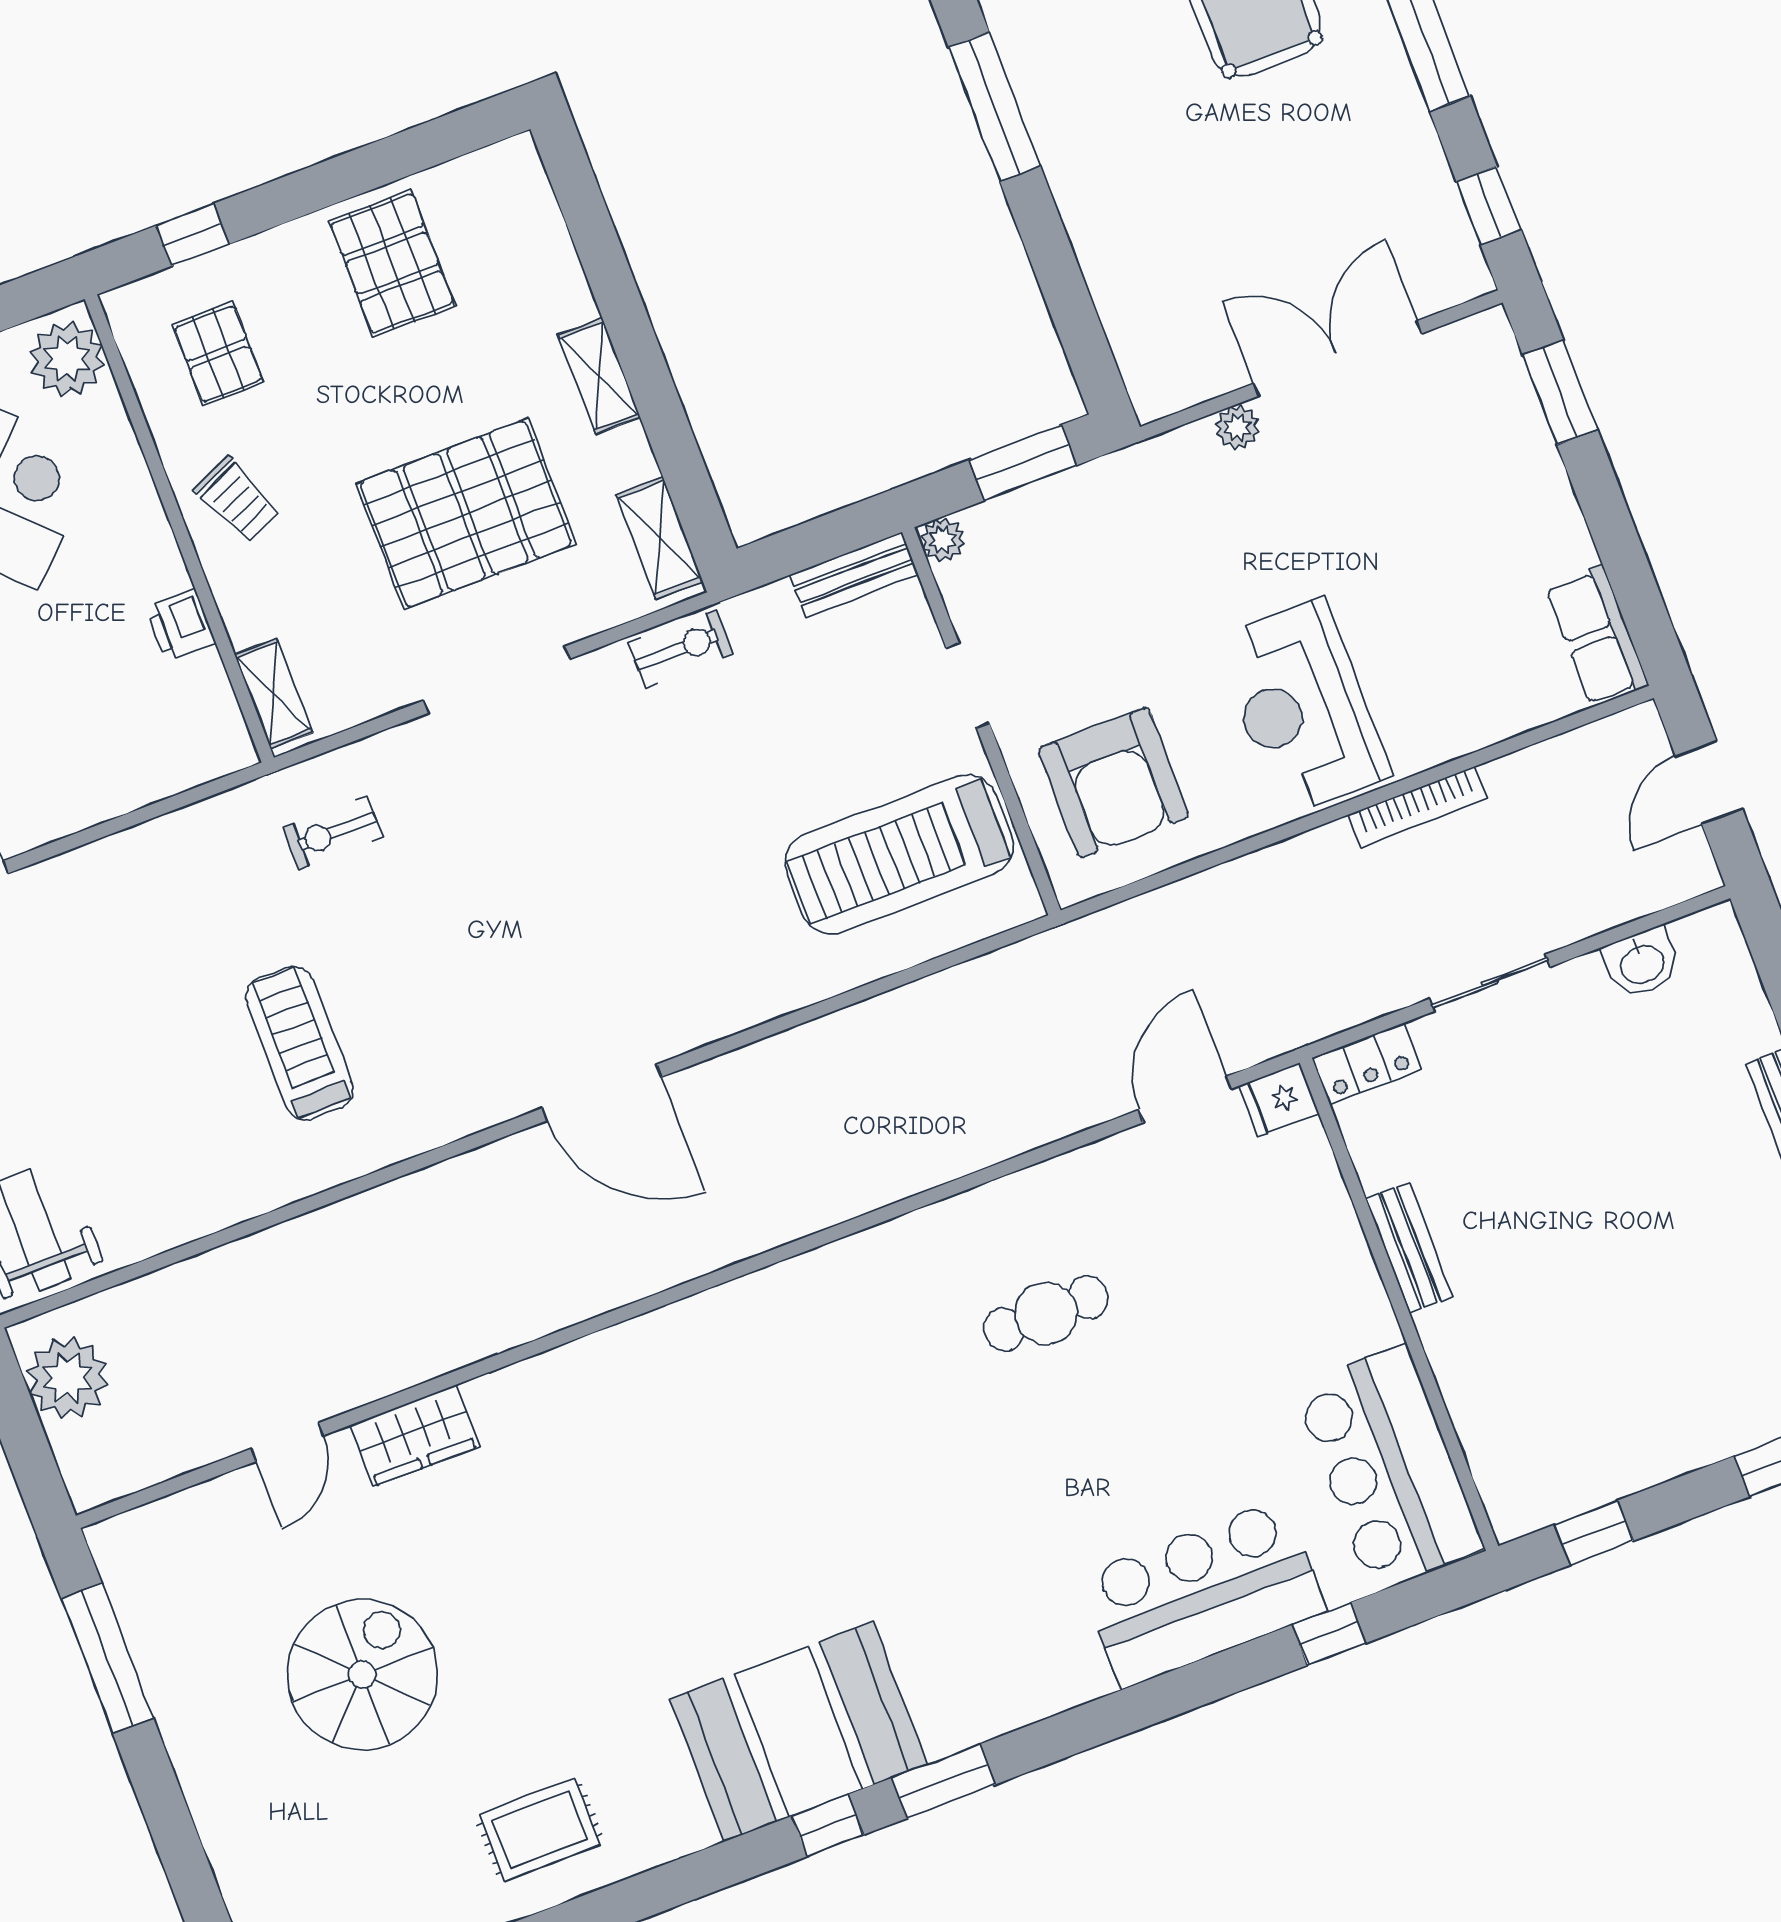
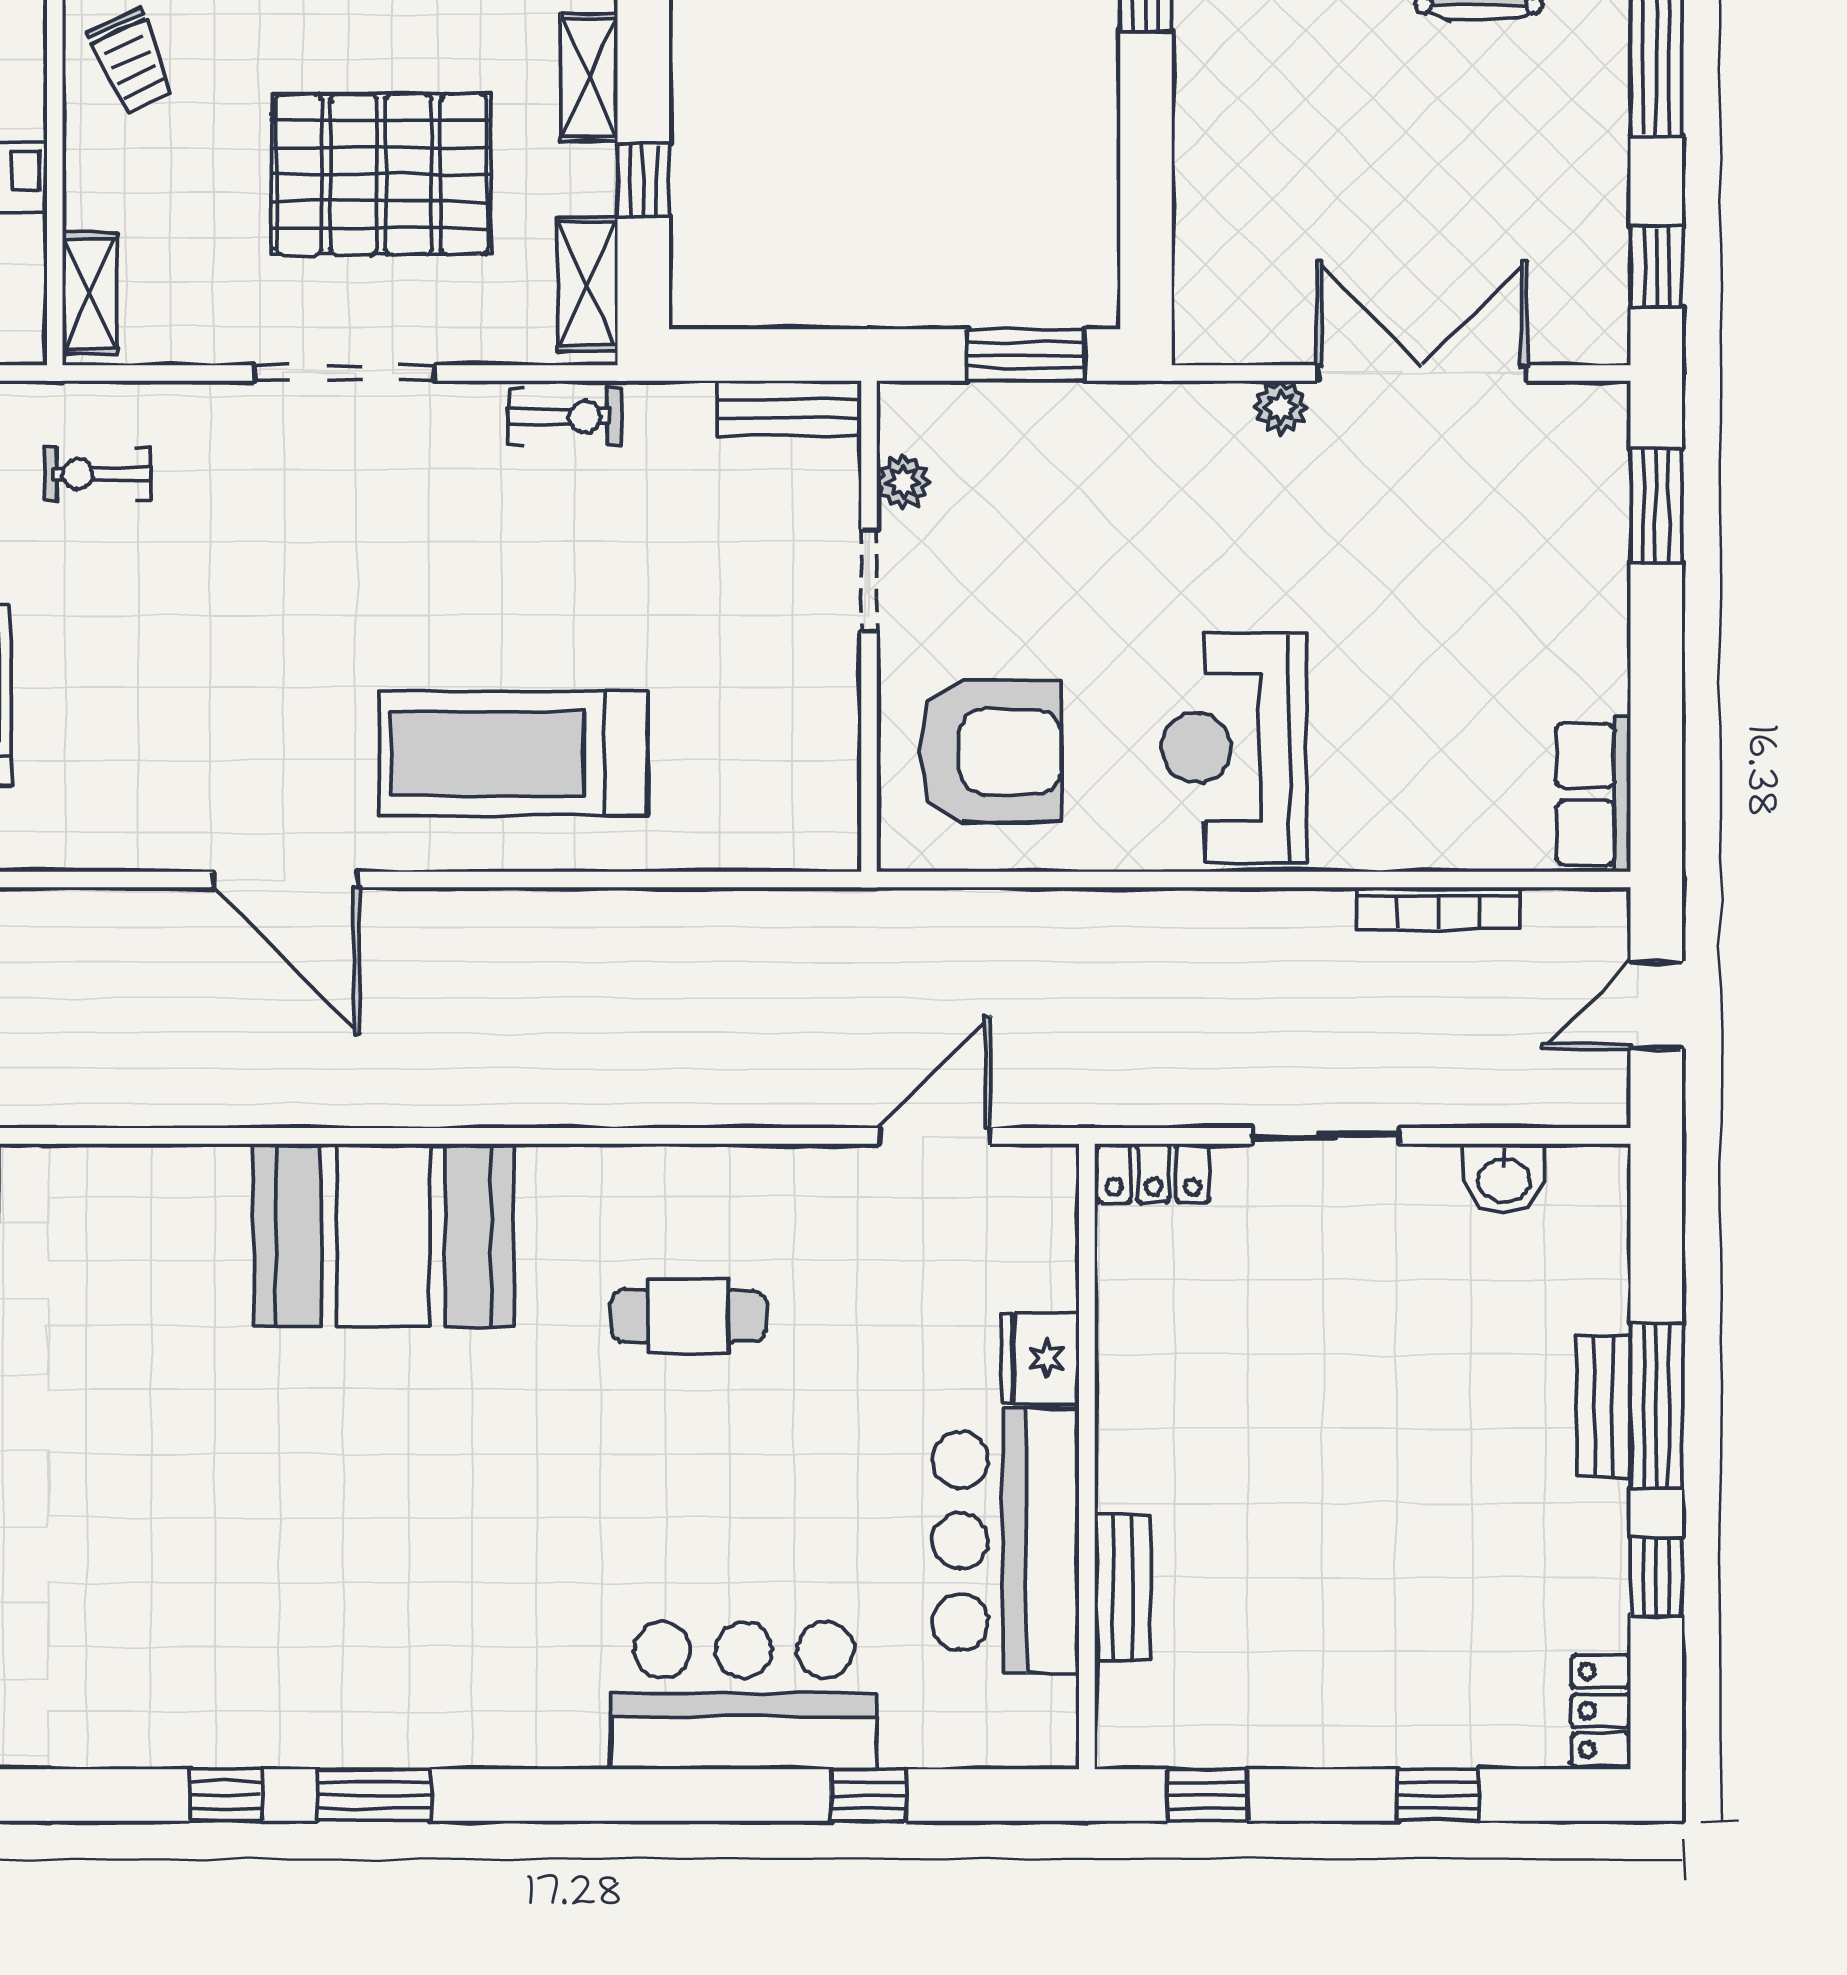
window: (672, 440) -> (643, 180), added
plant: (943, 540) -> (903, 482), moved
armchair: (1114, 783) -> (991, 751), turned -90
bookcase: (1417, 807) -> (1438, 908), moved
treadmill: (899, 854) -> (514, 753), moved
fridge: (1279, 1099) -> (1040, 1358), moved, width x1.38
bench: (1409, 1248) -> (1123, 1588), moved
bar counter: (1389, 1467) -> (1006, 1541), moved
booth: (798, 1732) -> (384, 1235), moved

